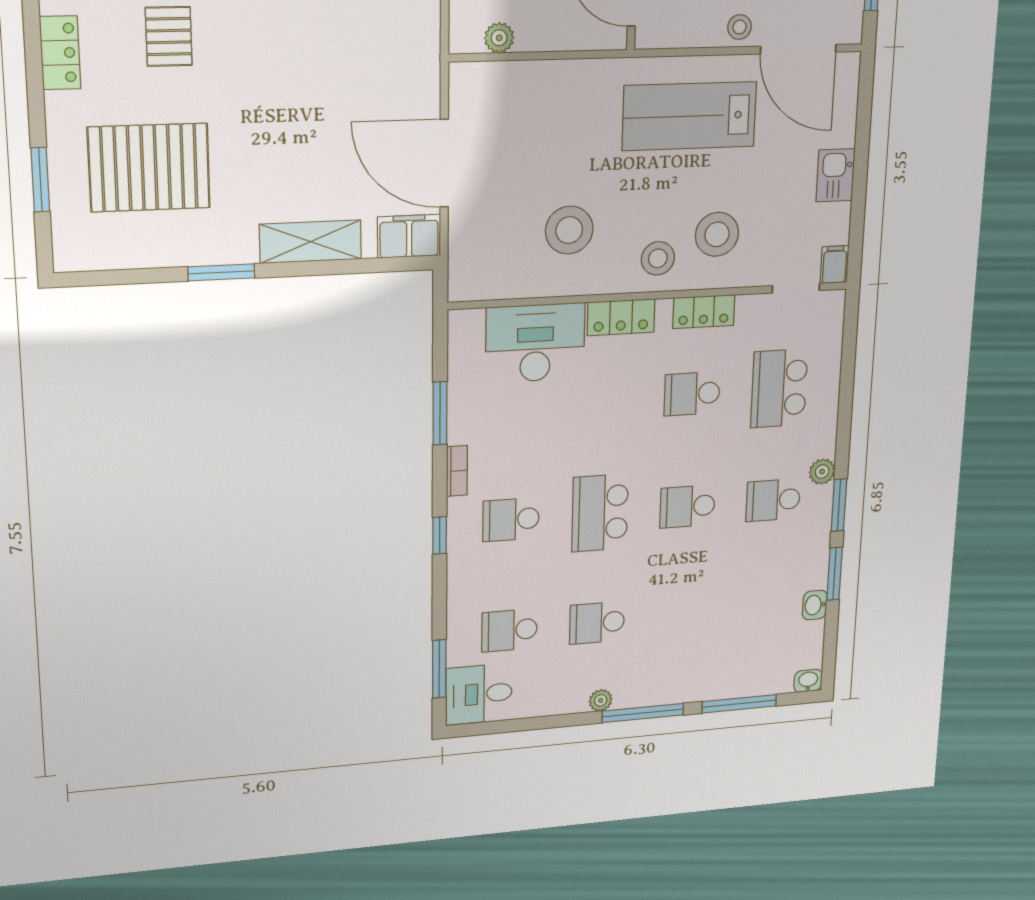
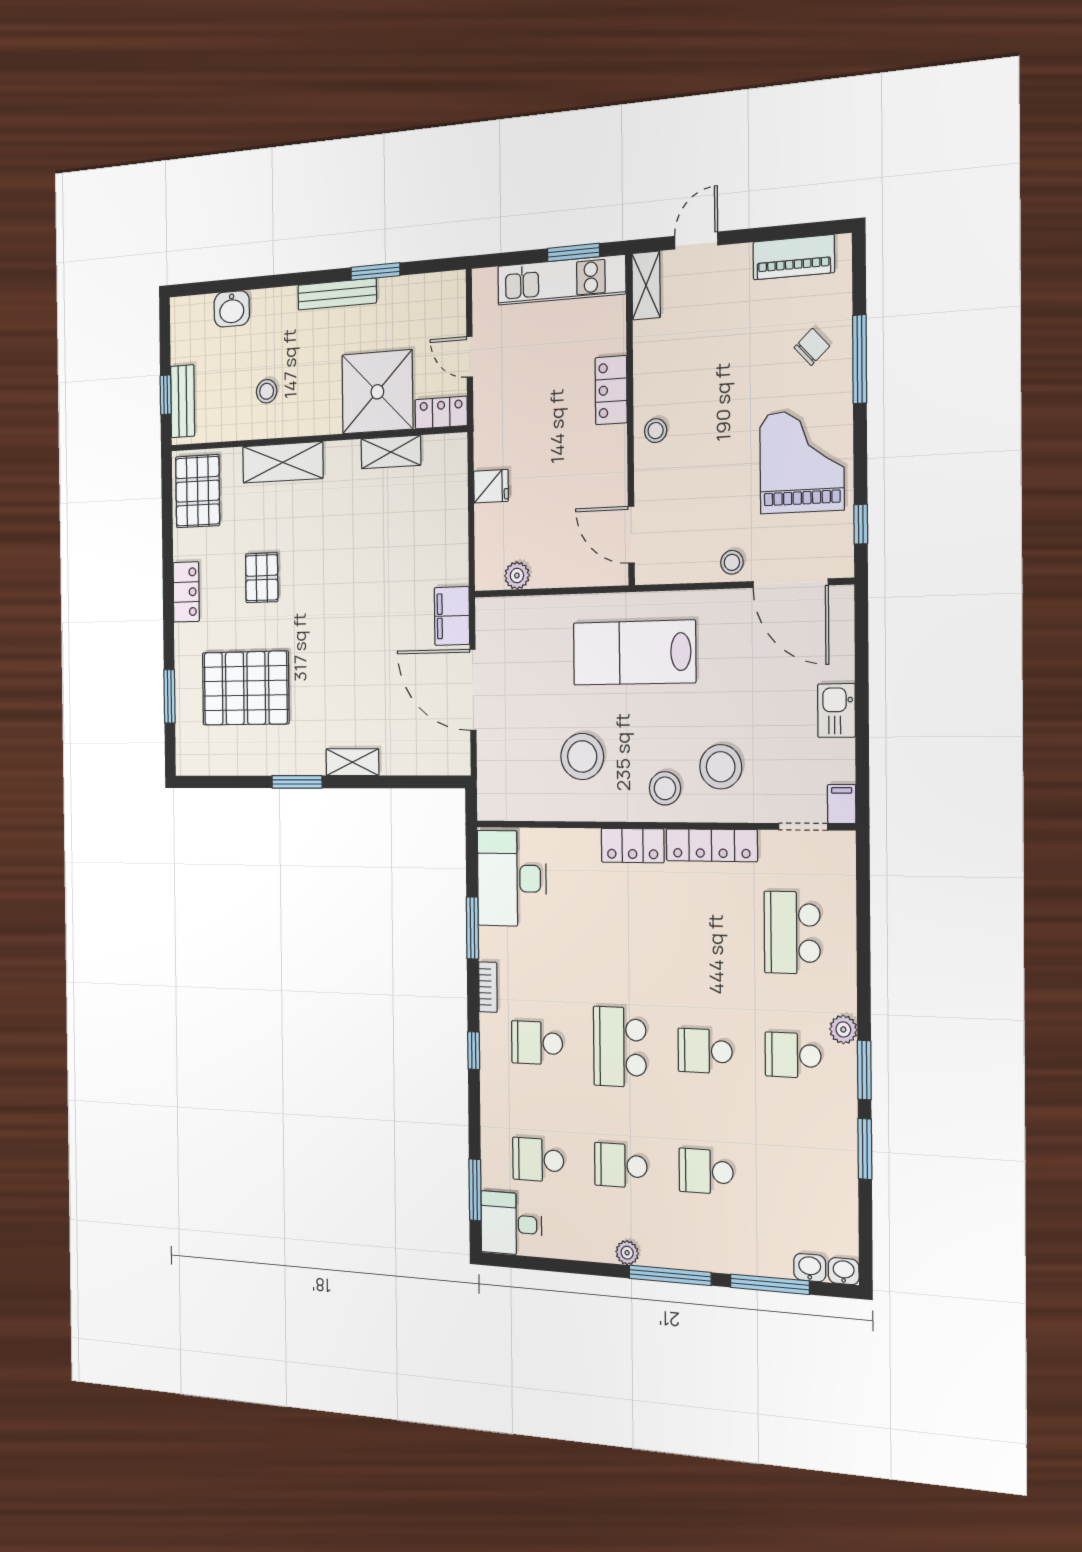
lab bench: (689, 116) -> (634, 653), moved
filing cabinet: (409, 236) -> (452, 616), moved, turned -90
shelving: (311, 242) -> (352, 762), width x0.67, depth x0.75
locker: (704, 312) -> (712, 845), width x1.53
desk: (535, 343) -> (512, 878), moved, turned -90
school desk: (692, 394) -> (706, 1171), moved
washbasin: (815, 605) -> (810, 1268), moved, turned 90

